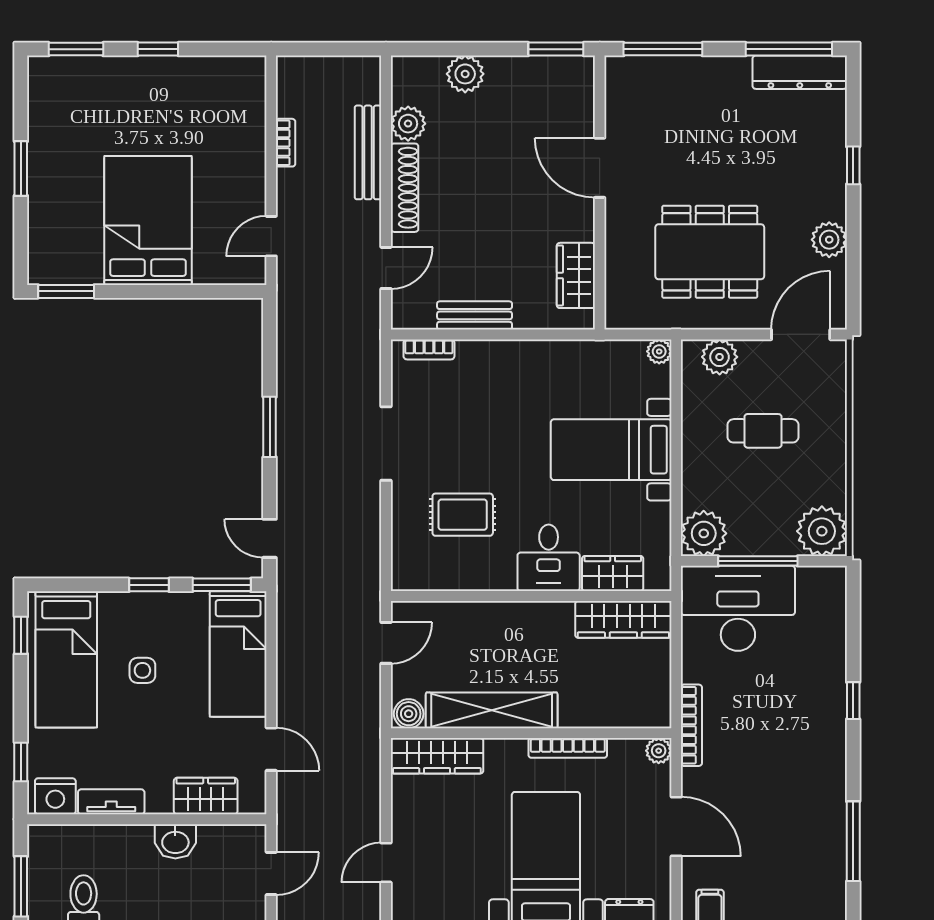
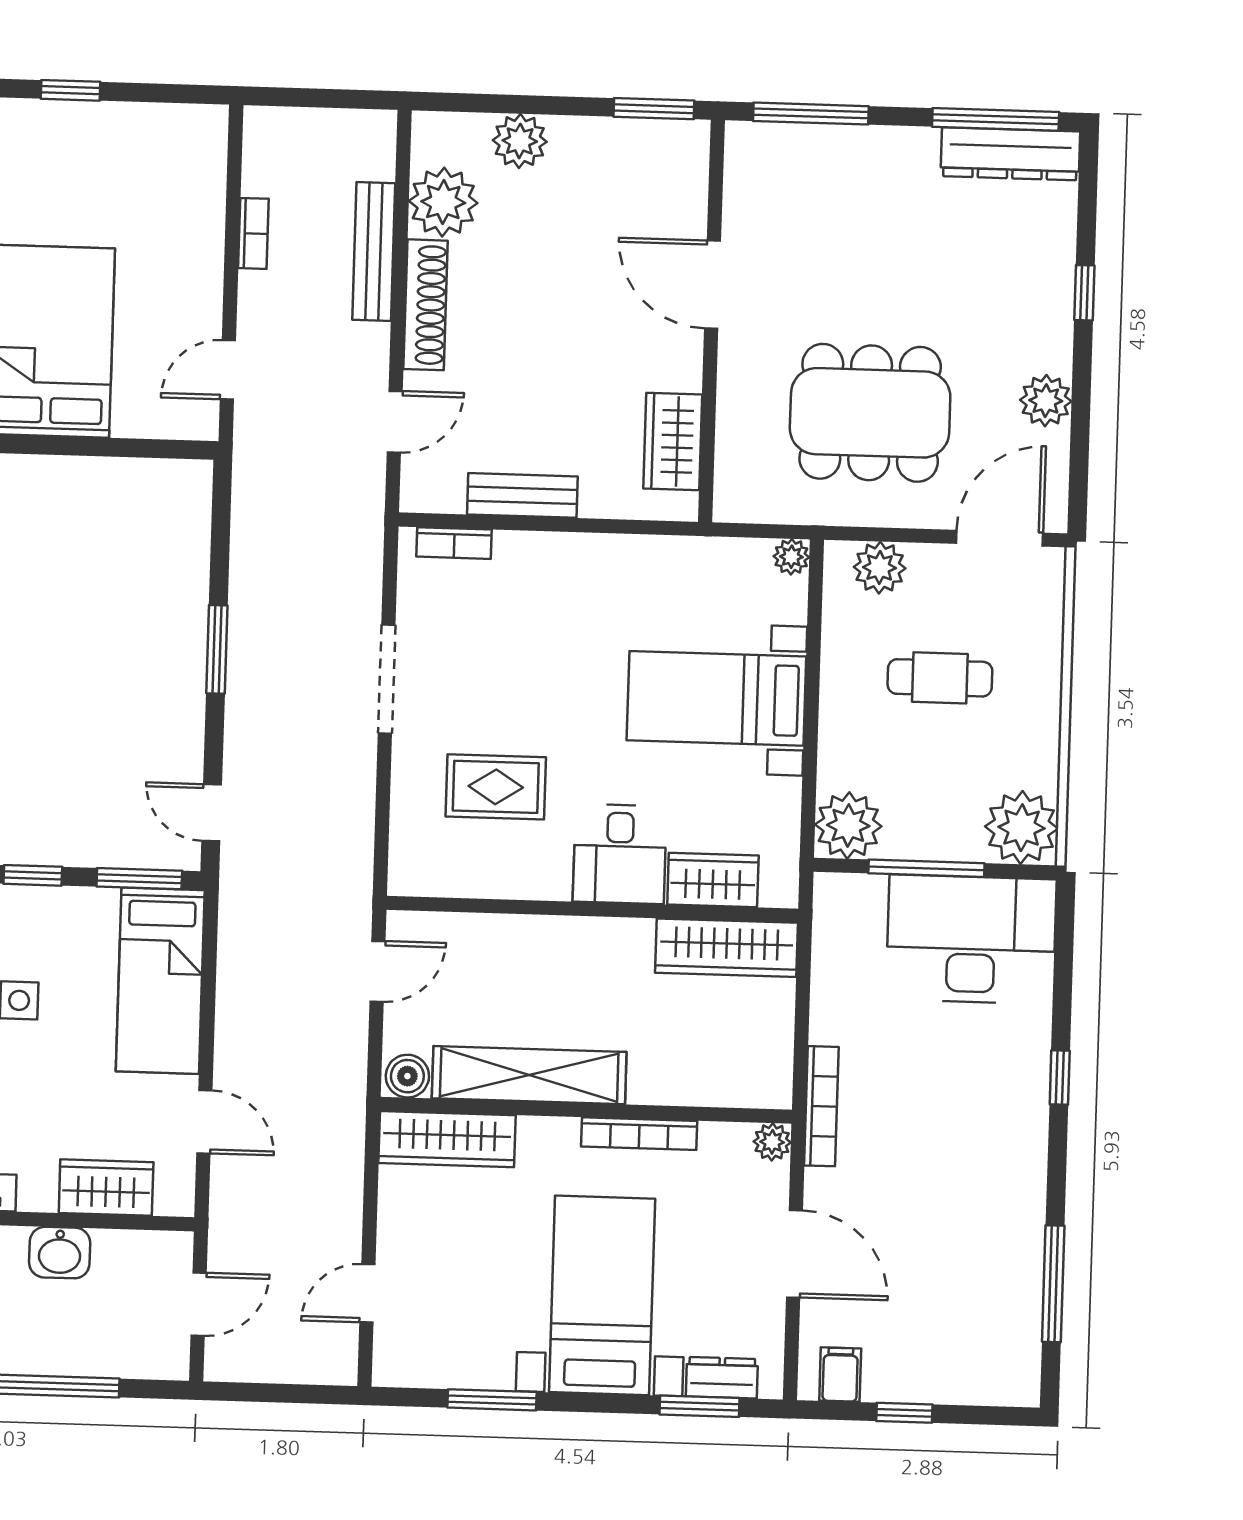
plant: (408, 124) -> (443, 202), width x1.36, depth x1.36
desk: (738, 608) -> (971, 939), moved

